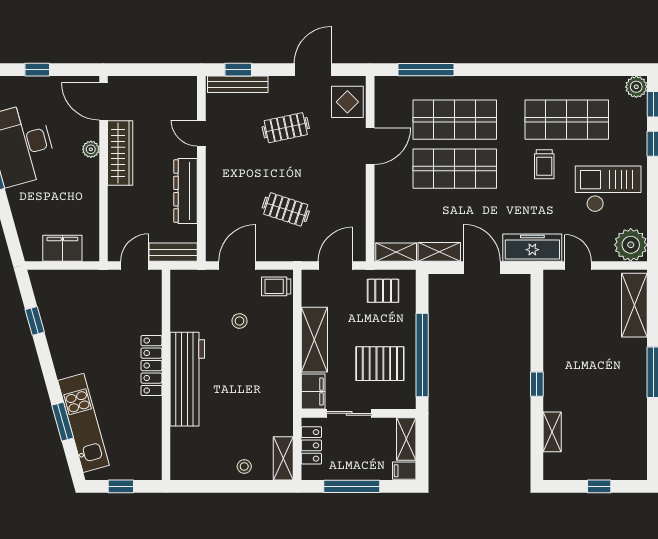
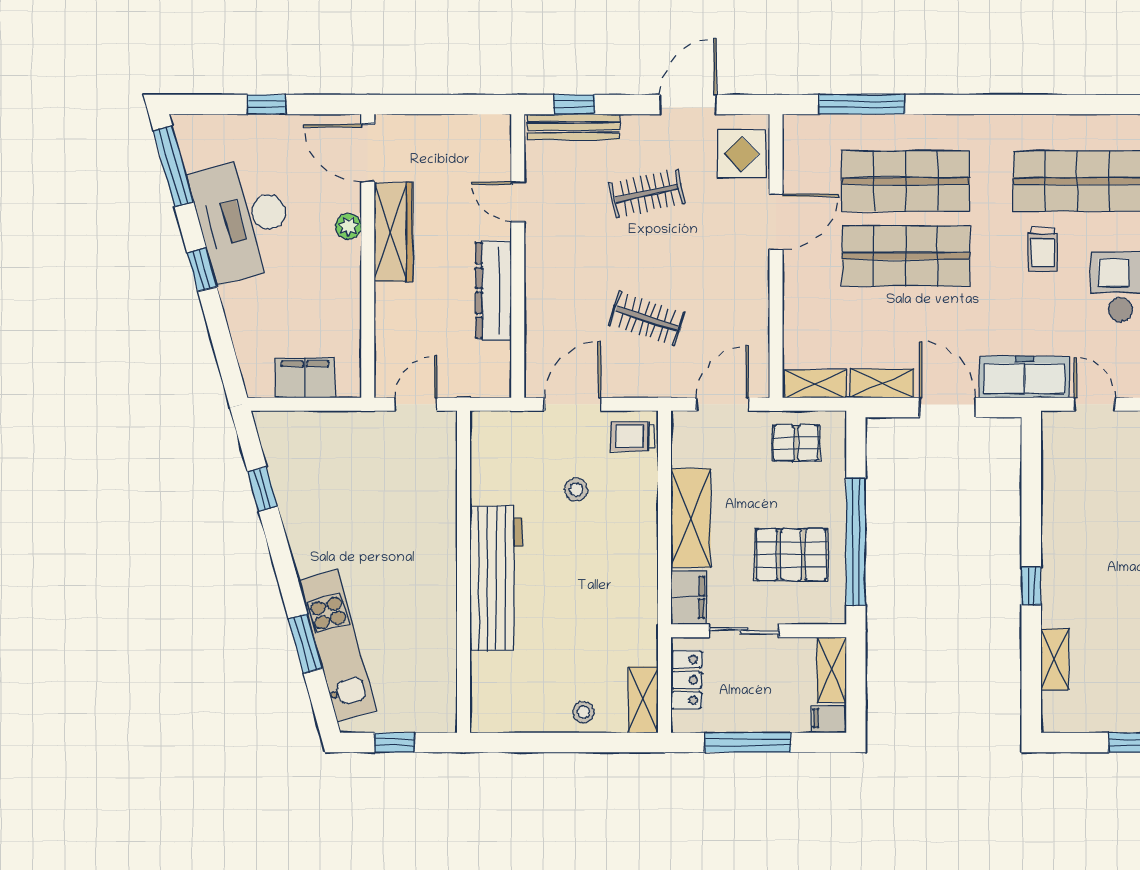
bench: (173, 252) -> (475, 384), removed
locker: (151, 366) -> (441, 558), removed

